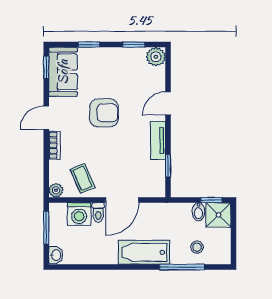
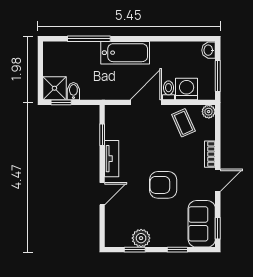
plant: (156, 57) -> (141, 238), moved
stool: (197, 247) -> (75, 58), removed

